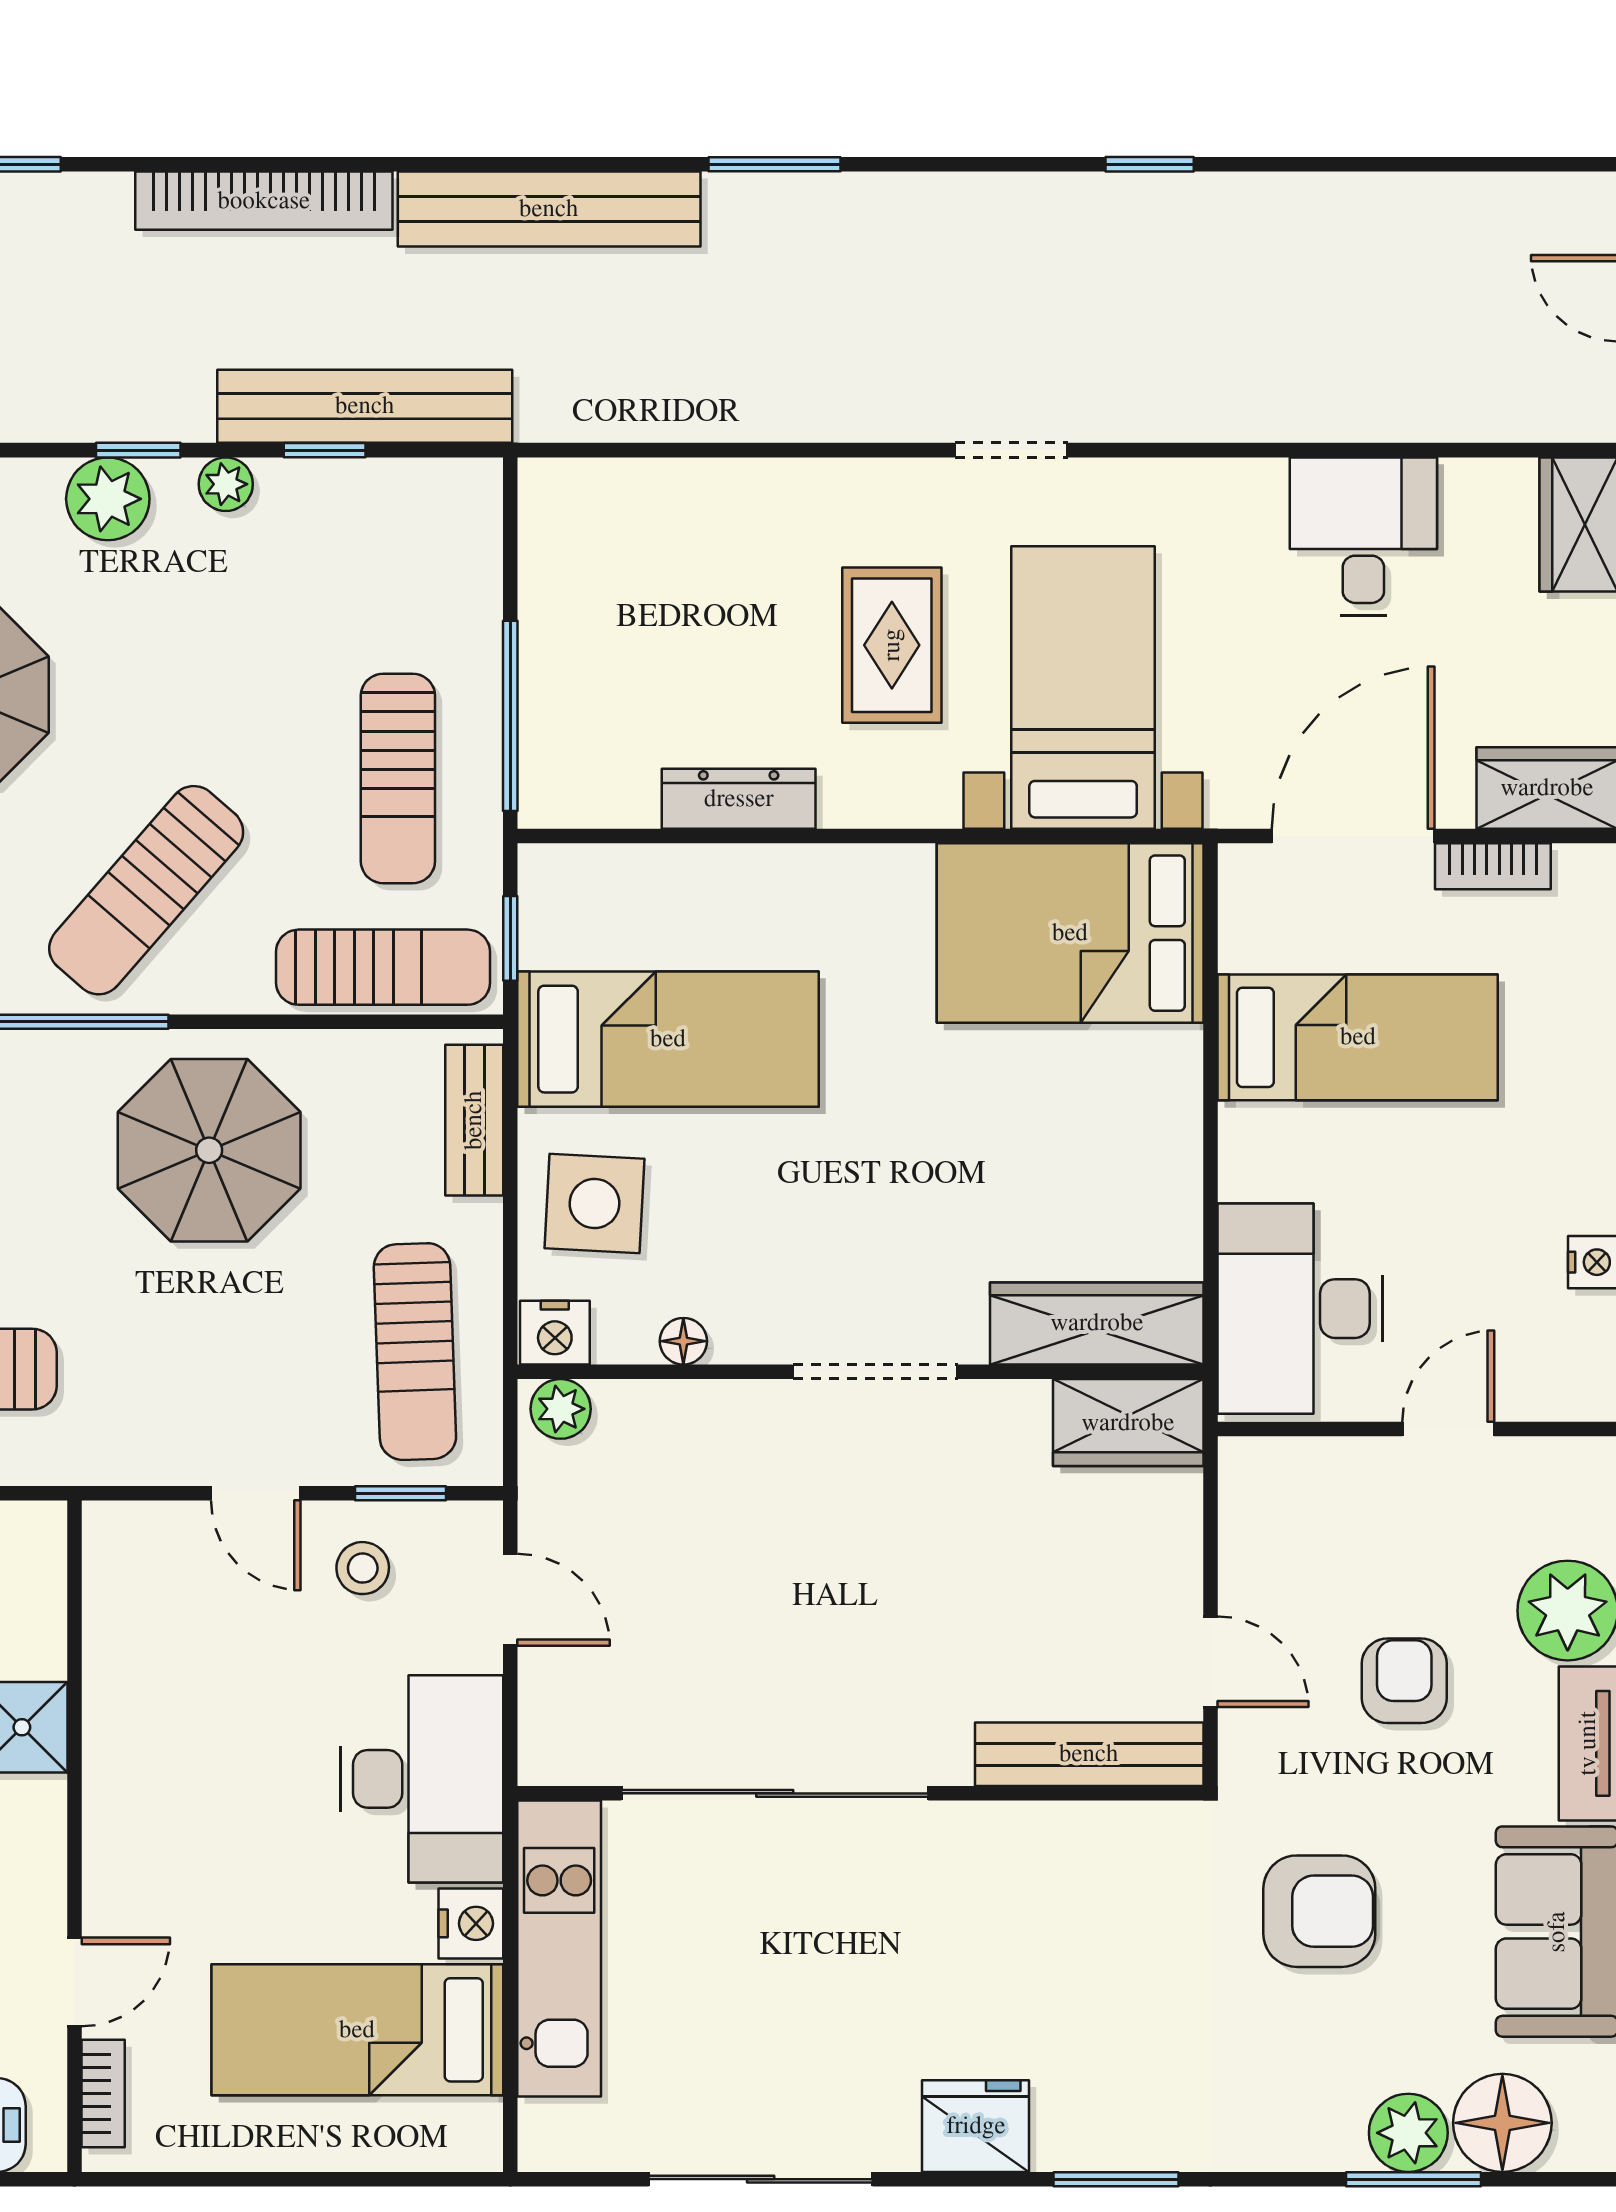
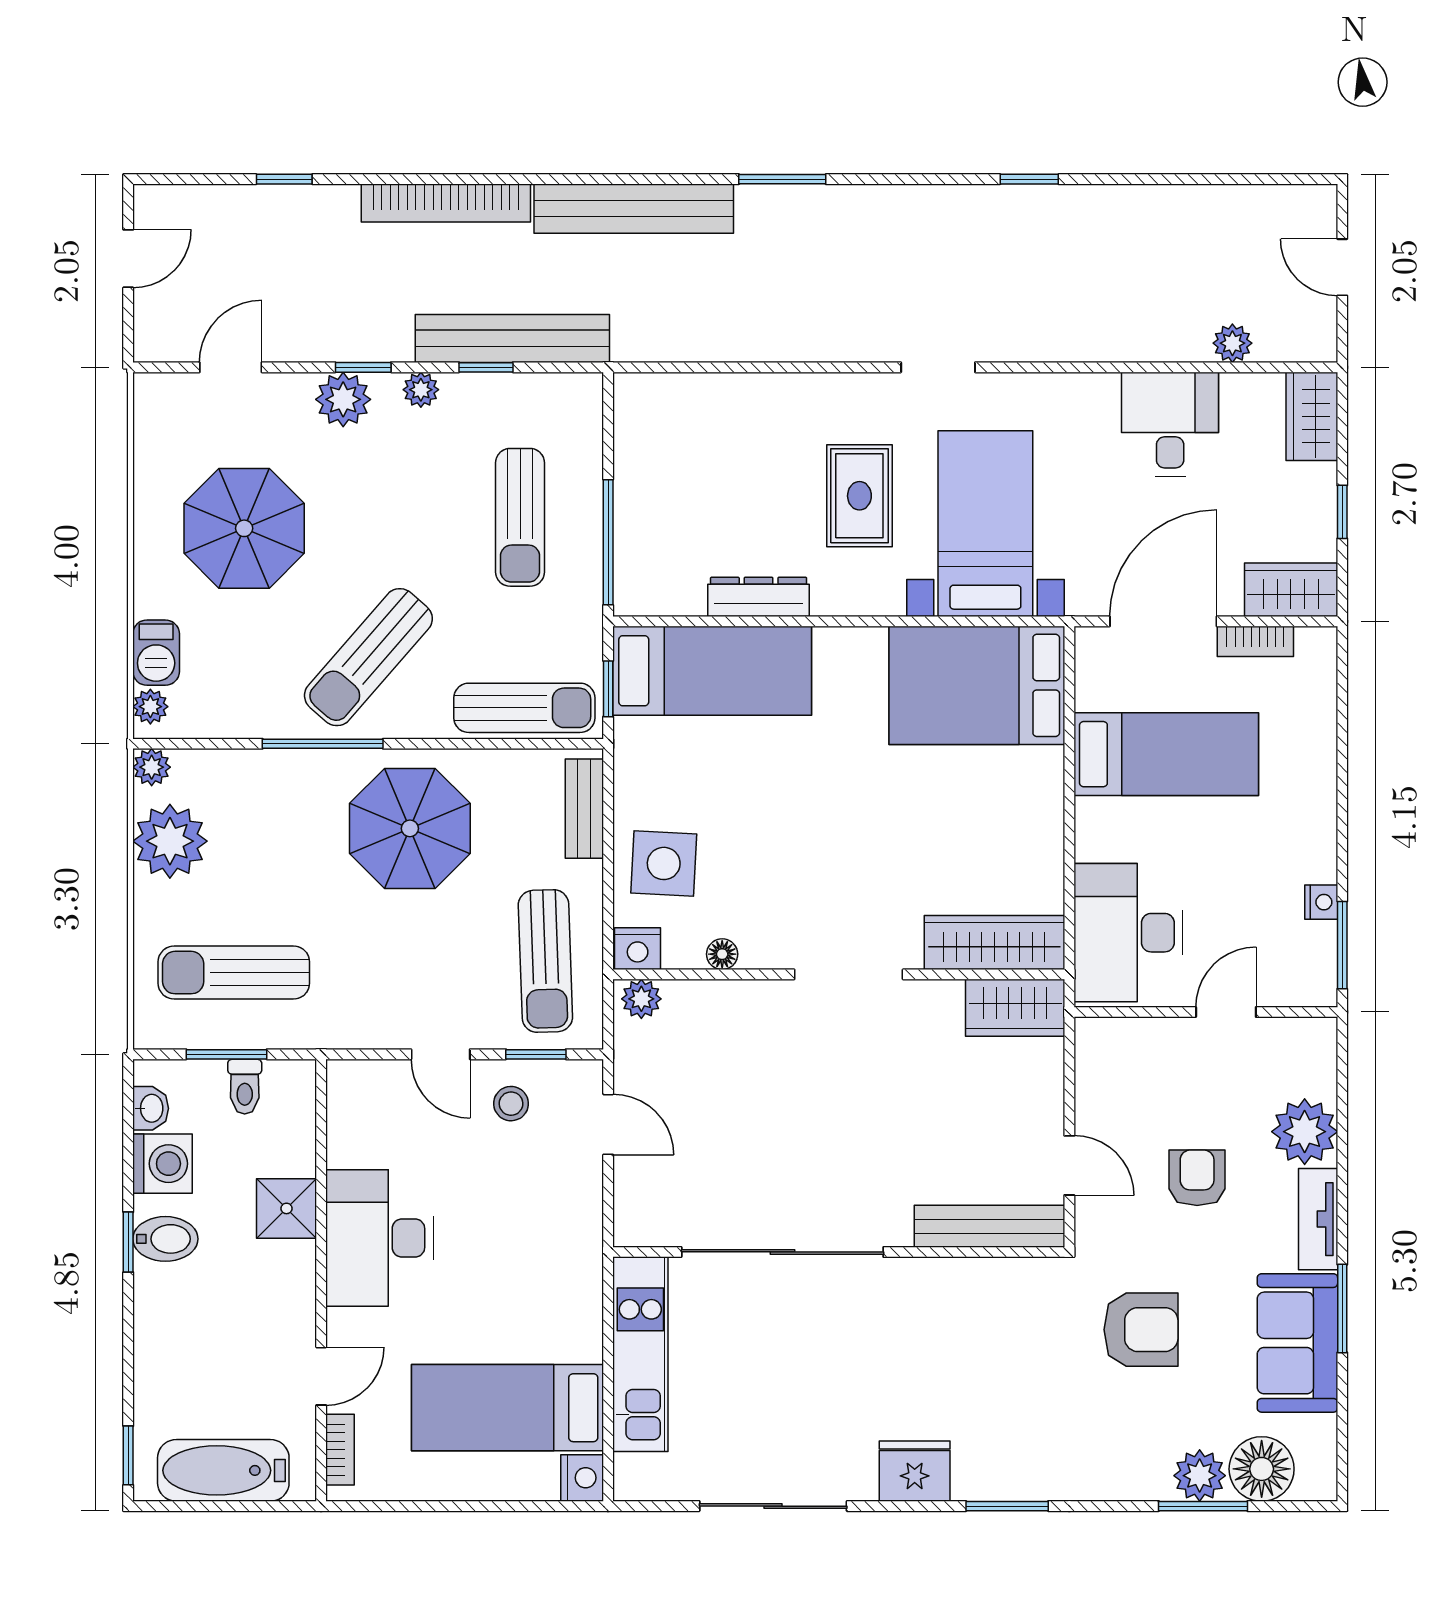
plant: (1458, 414) -> (1232, 343), added
sun lounger: (398, 778) -> (520, 517), moved
bed: (668, 1039) -> (712, 671), moved
desk: (422, 1779) -> (379, 1238), moved, turned 180
nightstand: (471, 1923) -> (582, 1478), moved

